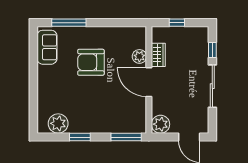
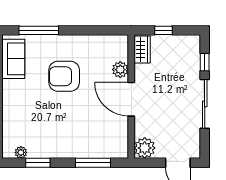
wardrobe: (158, 55) -> (142, 49), moved
plant: (58, 123) -> (21, 152), width x0.53, depth x0.53
window: (80, 137) -> (38, 163), moved
window: (126, 137) -> (93, 163), moved

